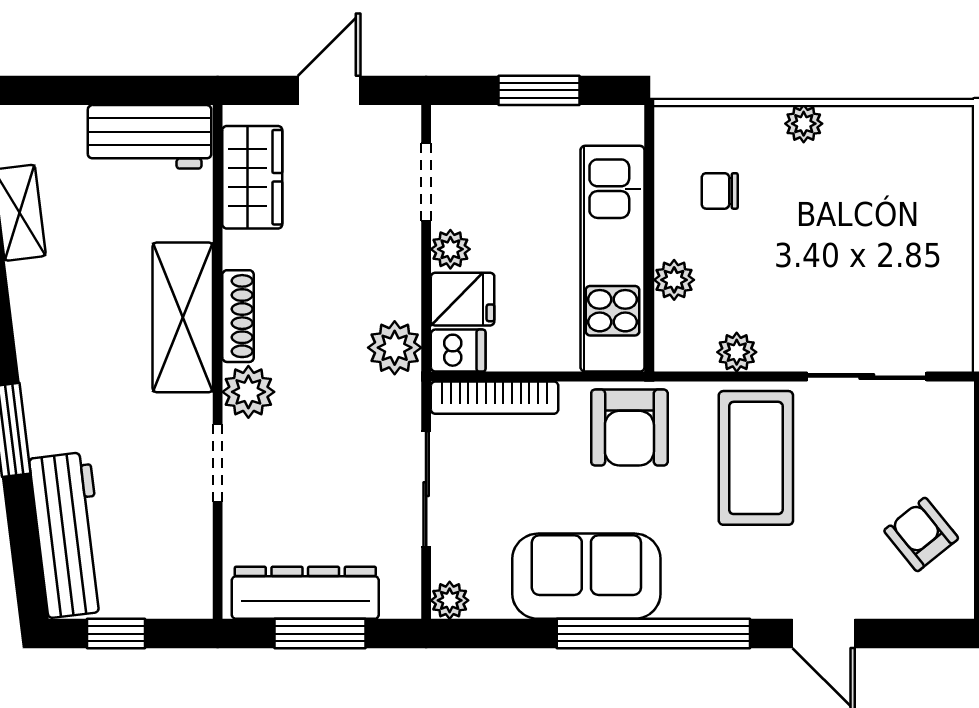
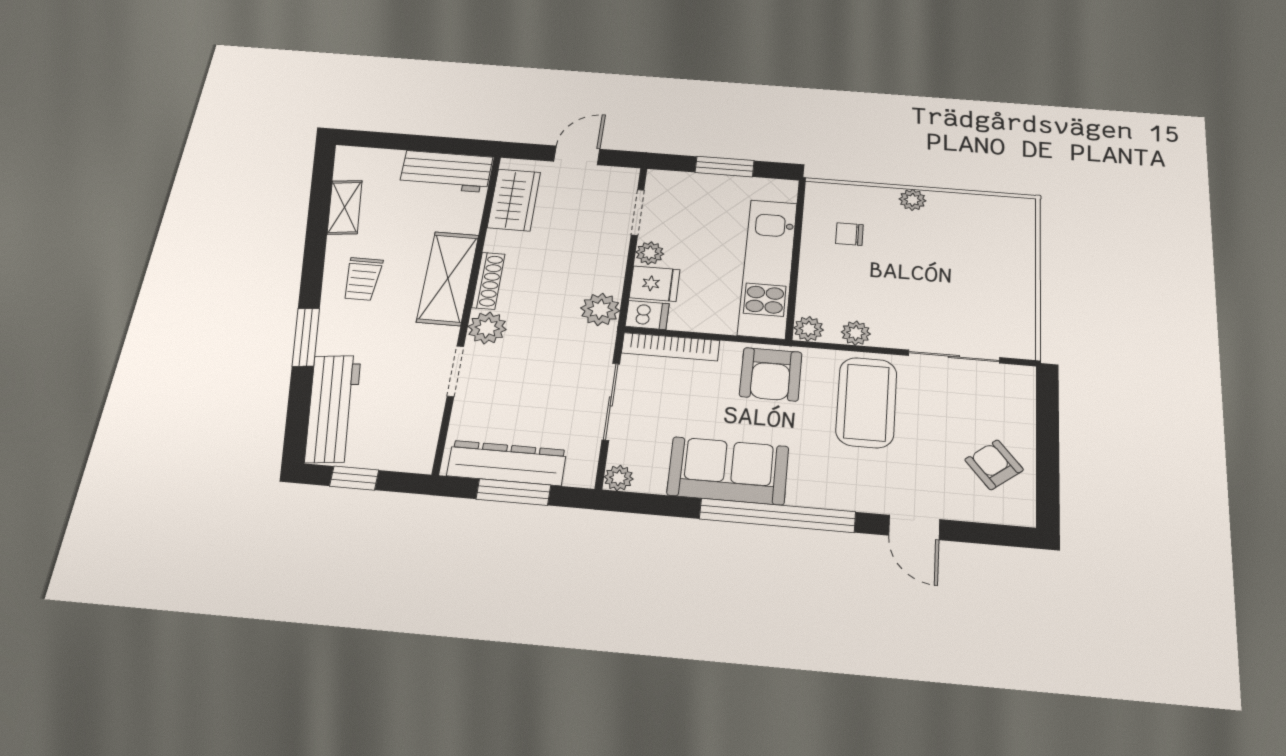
plant: (674, 280) -> (809, 329), moved
trolley: (68, 330) -> (362, 279), added

